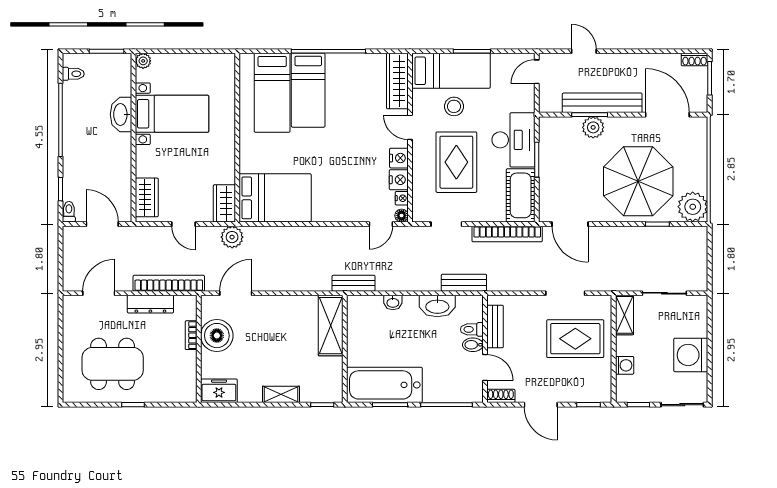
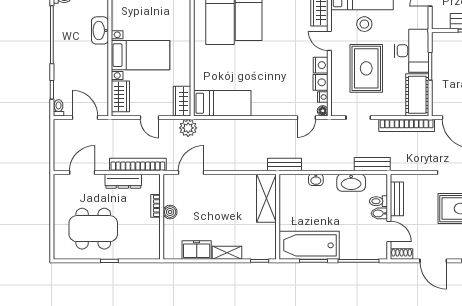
bed with nightstands: (172, 114) -> (140, 55), moved
bed: (275, 198) -> (222, 103), width x0.67
boiler: (217, 336) -> (170, 212), width x0.54, depth x0.54
freezer: (219, 391) -> (197, 250), moved

